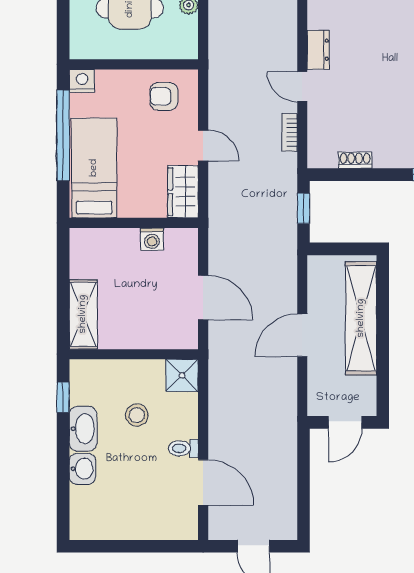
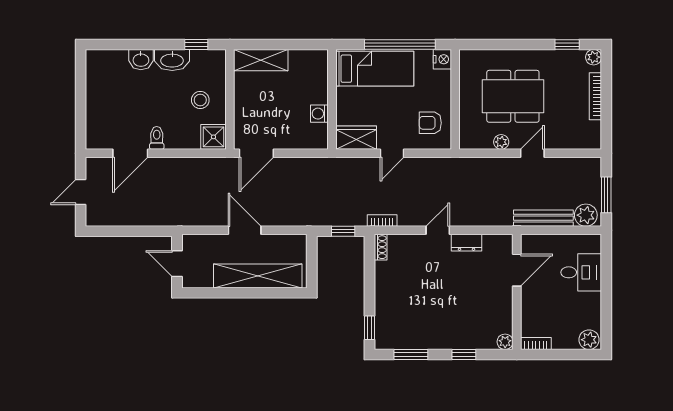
armchair: (164, 96) -> (430, 123), turned -90
bookcase: (290, 132) -> (382, 220), moved
shoe rack: (355, 160) -> (381, 247), moved
door: (203, 298) -> (256, 153), moved
stool: (137, 415) -> (200, 100), moved

